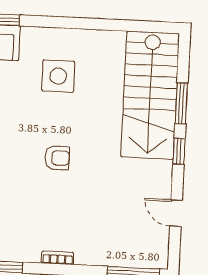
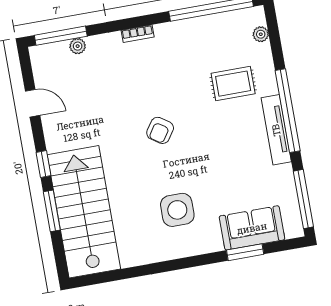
armchair: (57, 158) -> (160, 130), turned -56
plant: (119, 259) -> (78, 46), added

